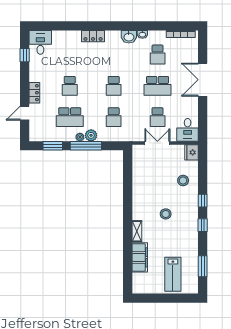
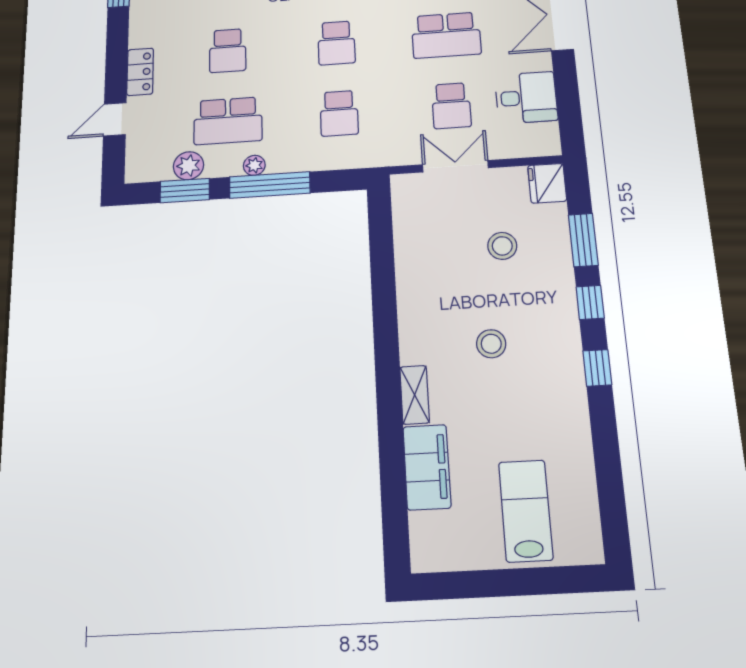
desk: (188, 130) -> (526, 98), moved, turned -90
plant: (91, 135) -> (188, 166), moved
stool: (183, 180) -> (502, 246), moved
window: (203, 266) -> (583, 240), moved
lab bench: (173, 274) -> (526, 511), turned 180

